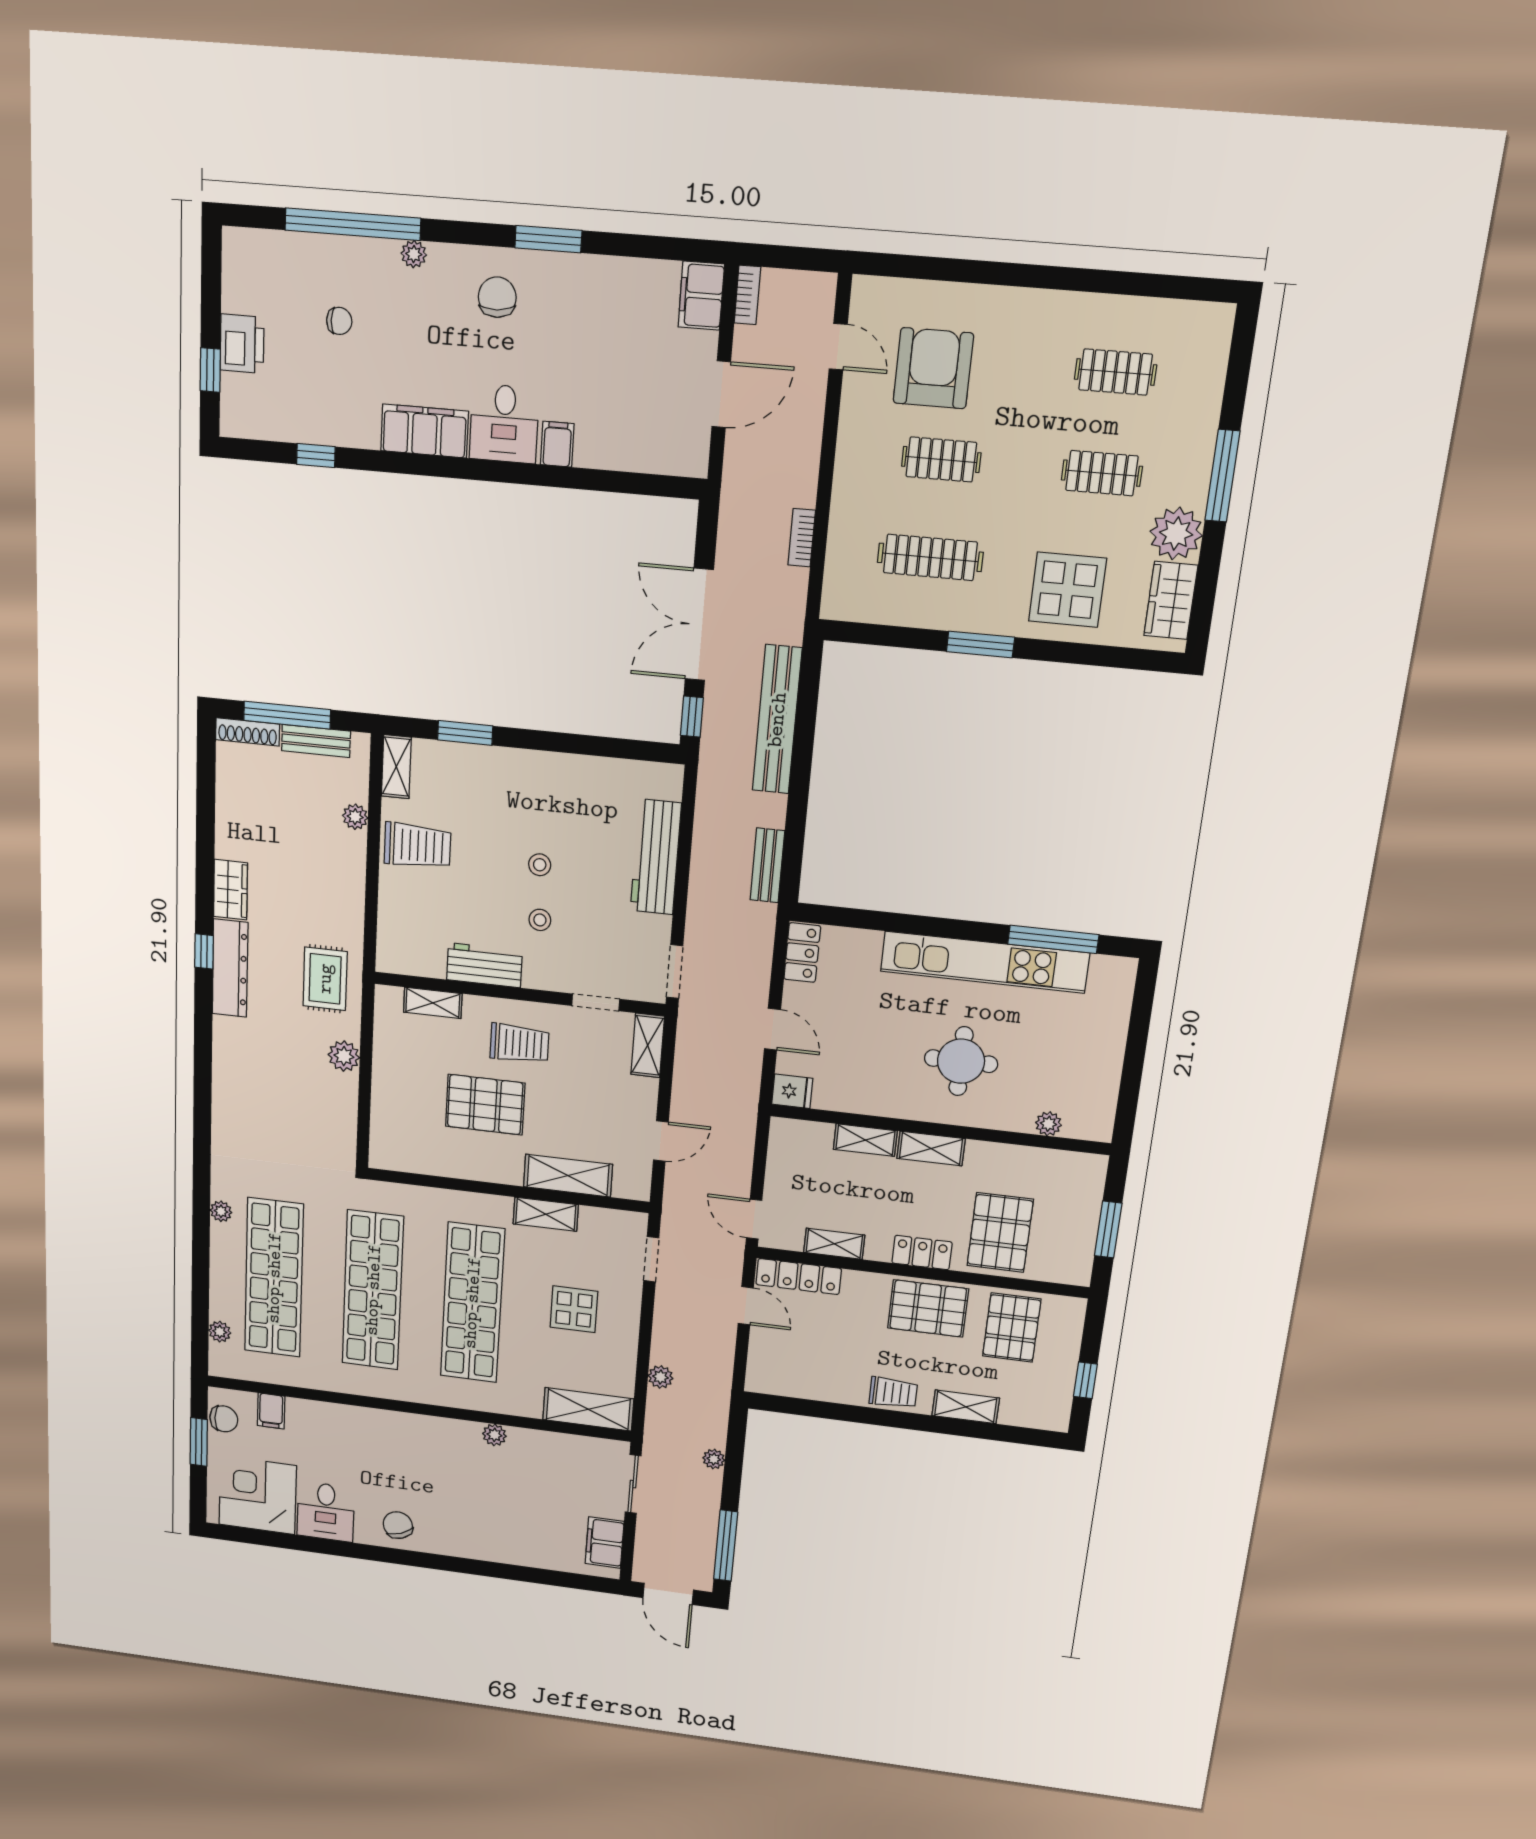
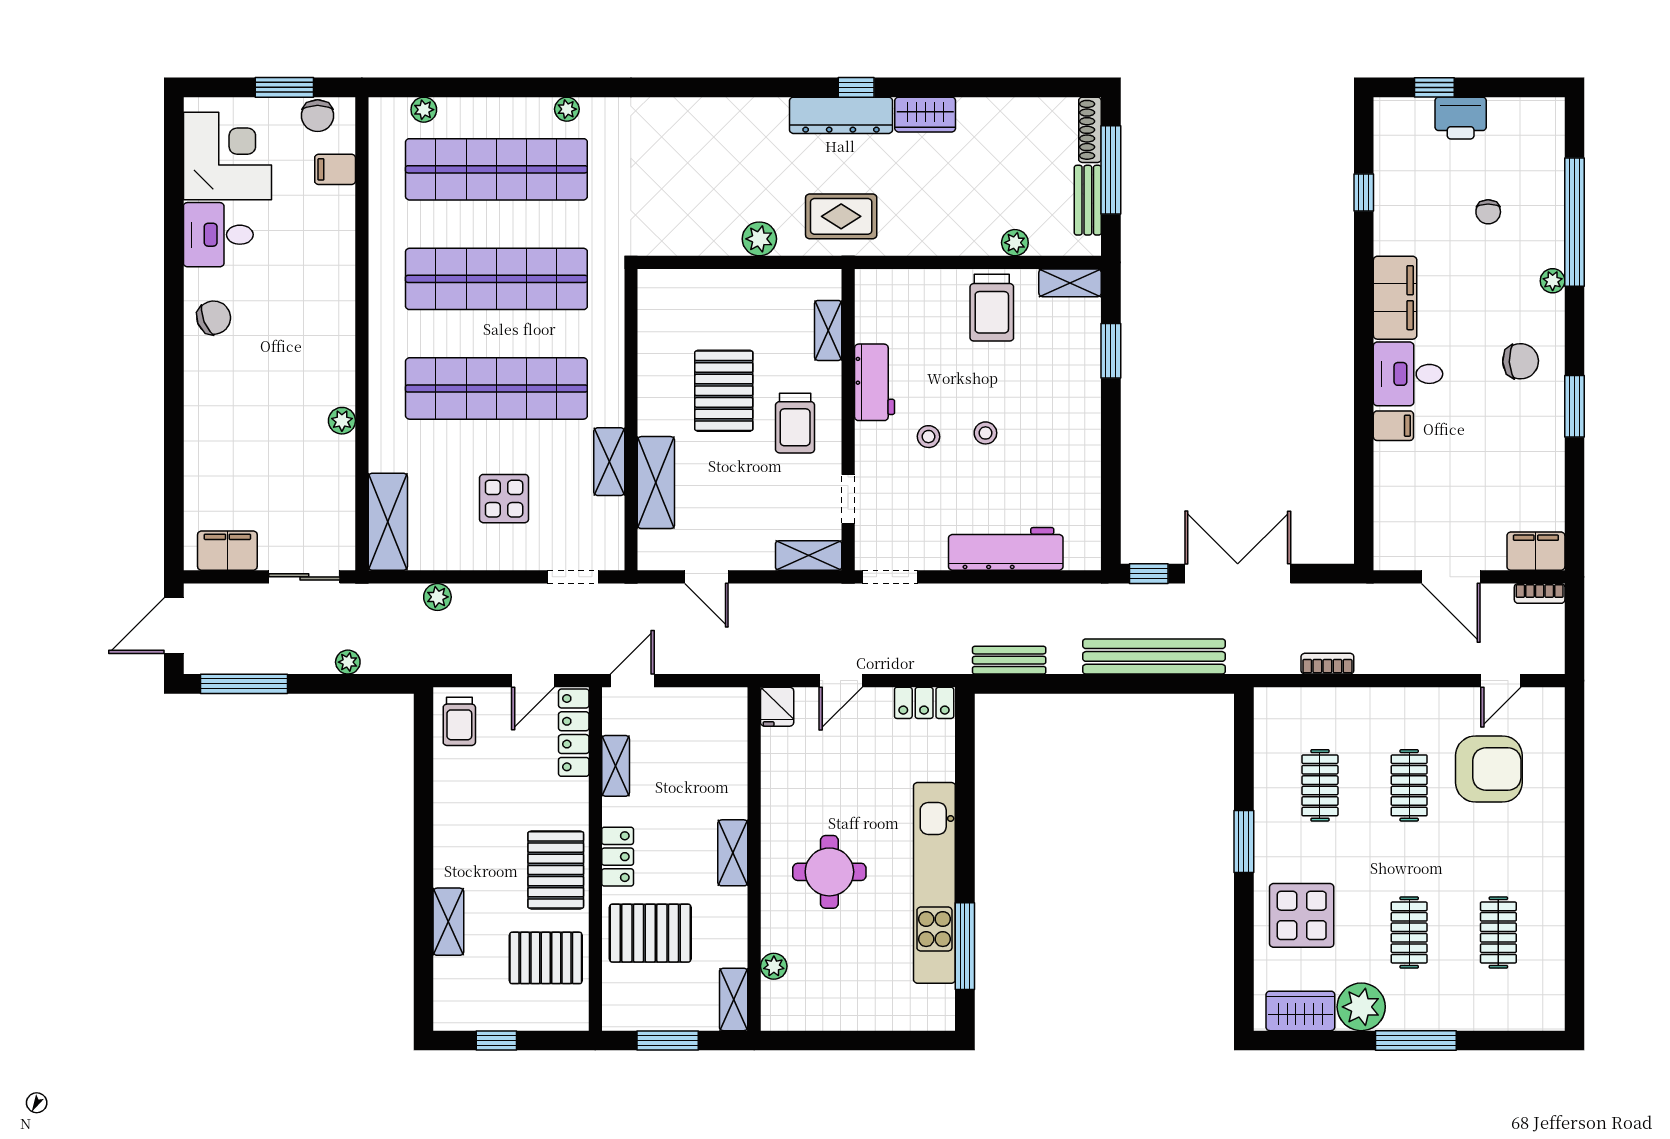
clothes rail: (930, 557) -> (1320, 785), width x0.73
shelving: (865, 1140) -> (734, 999), moved
trolley: (893, 1393) -> (459, 721), moved

